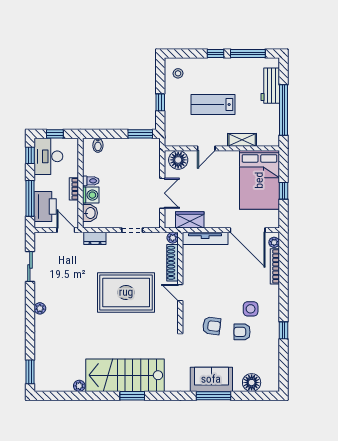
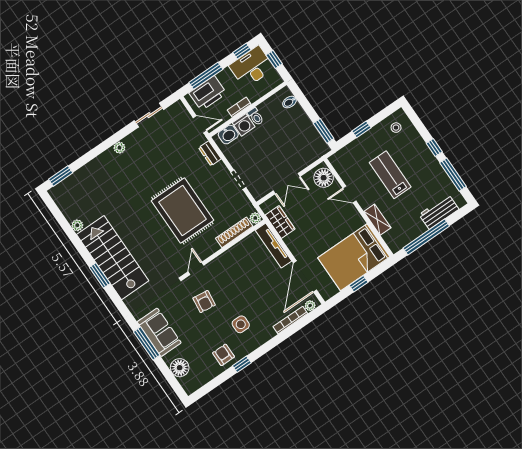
door: (66, 230) -> (200, 124), hinge flipped
door: (180, 293) -> (196, 268), moved
armchair: (242, 332) -> (223, 355), moved

